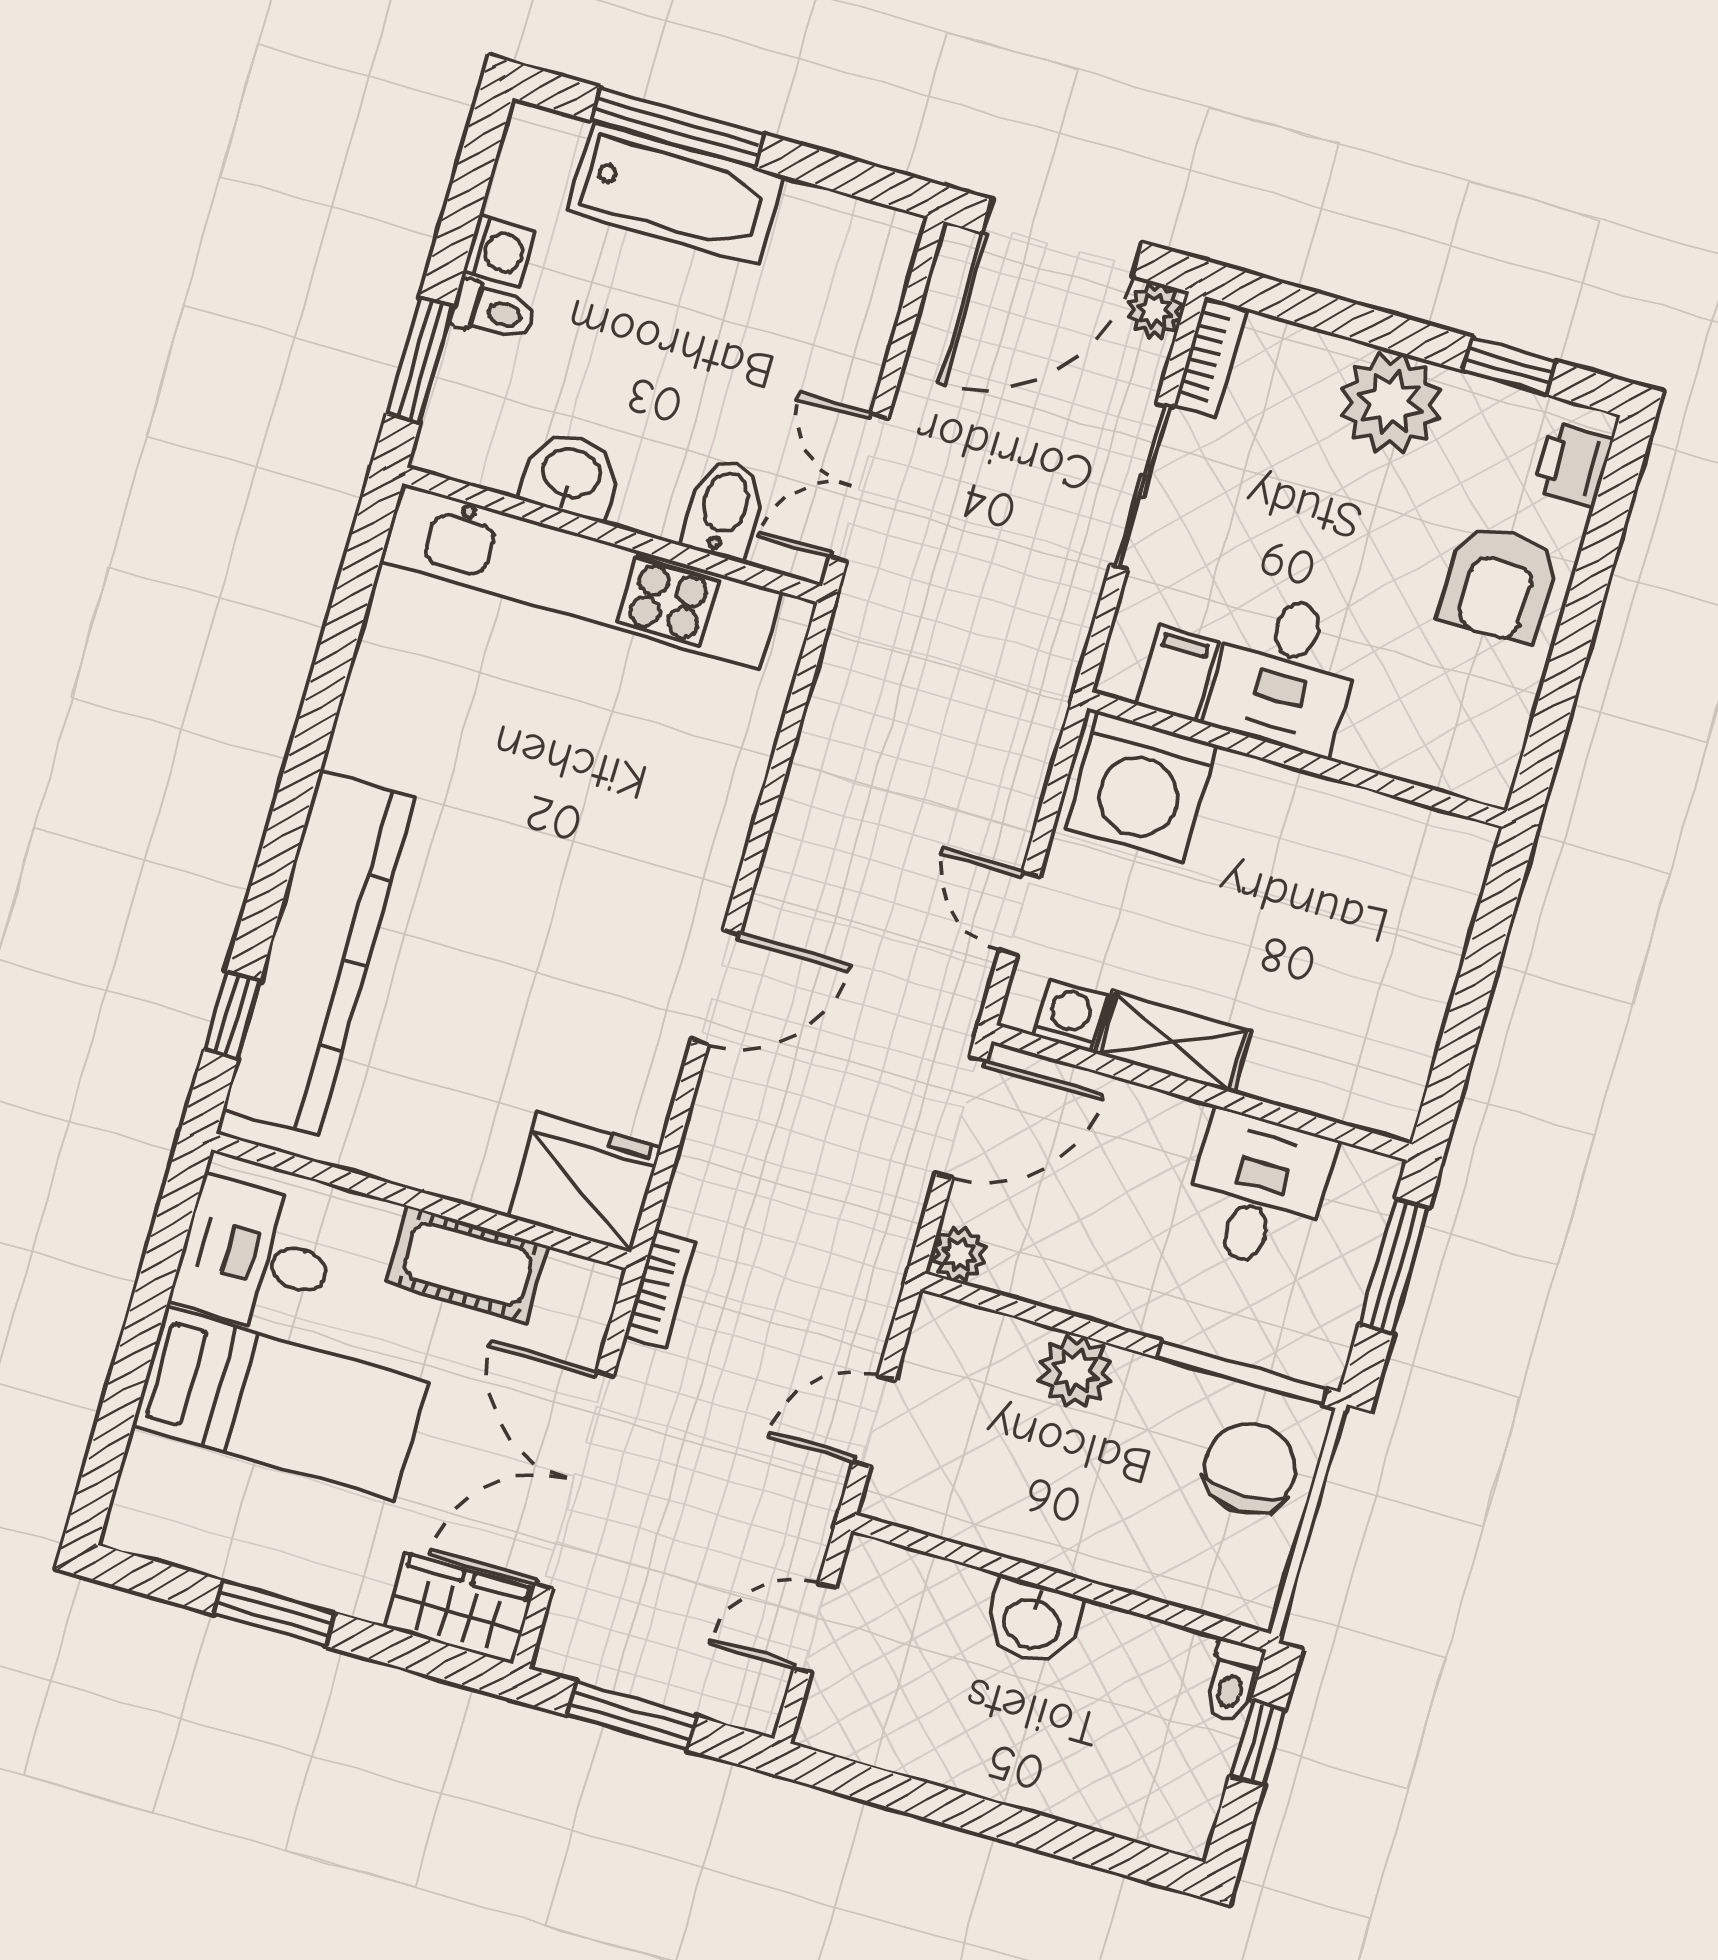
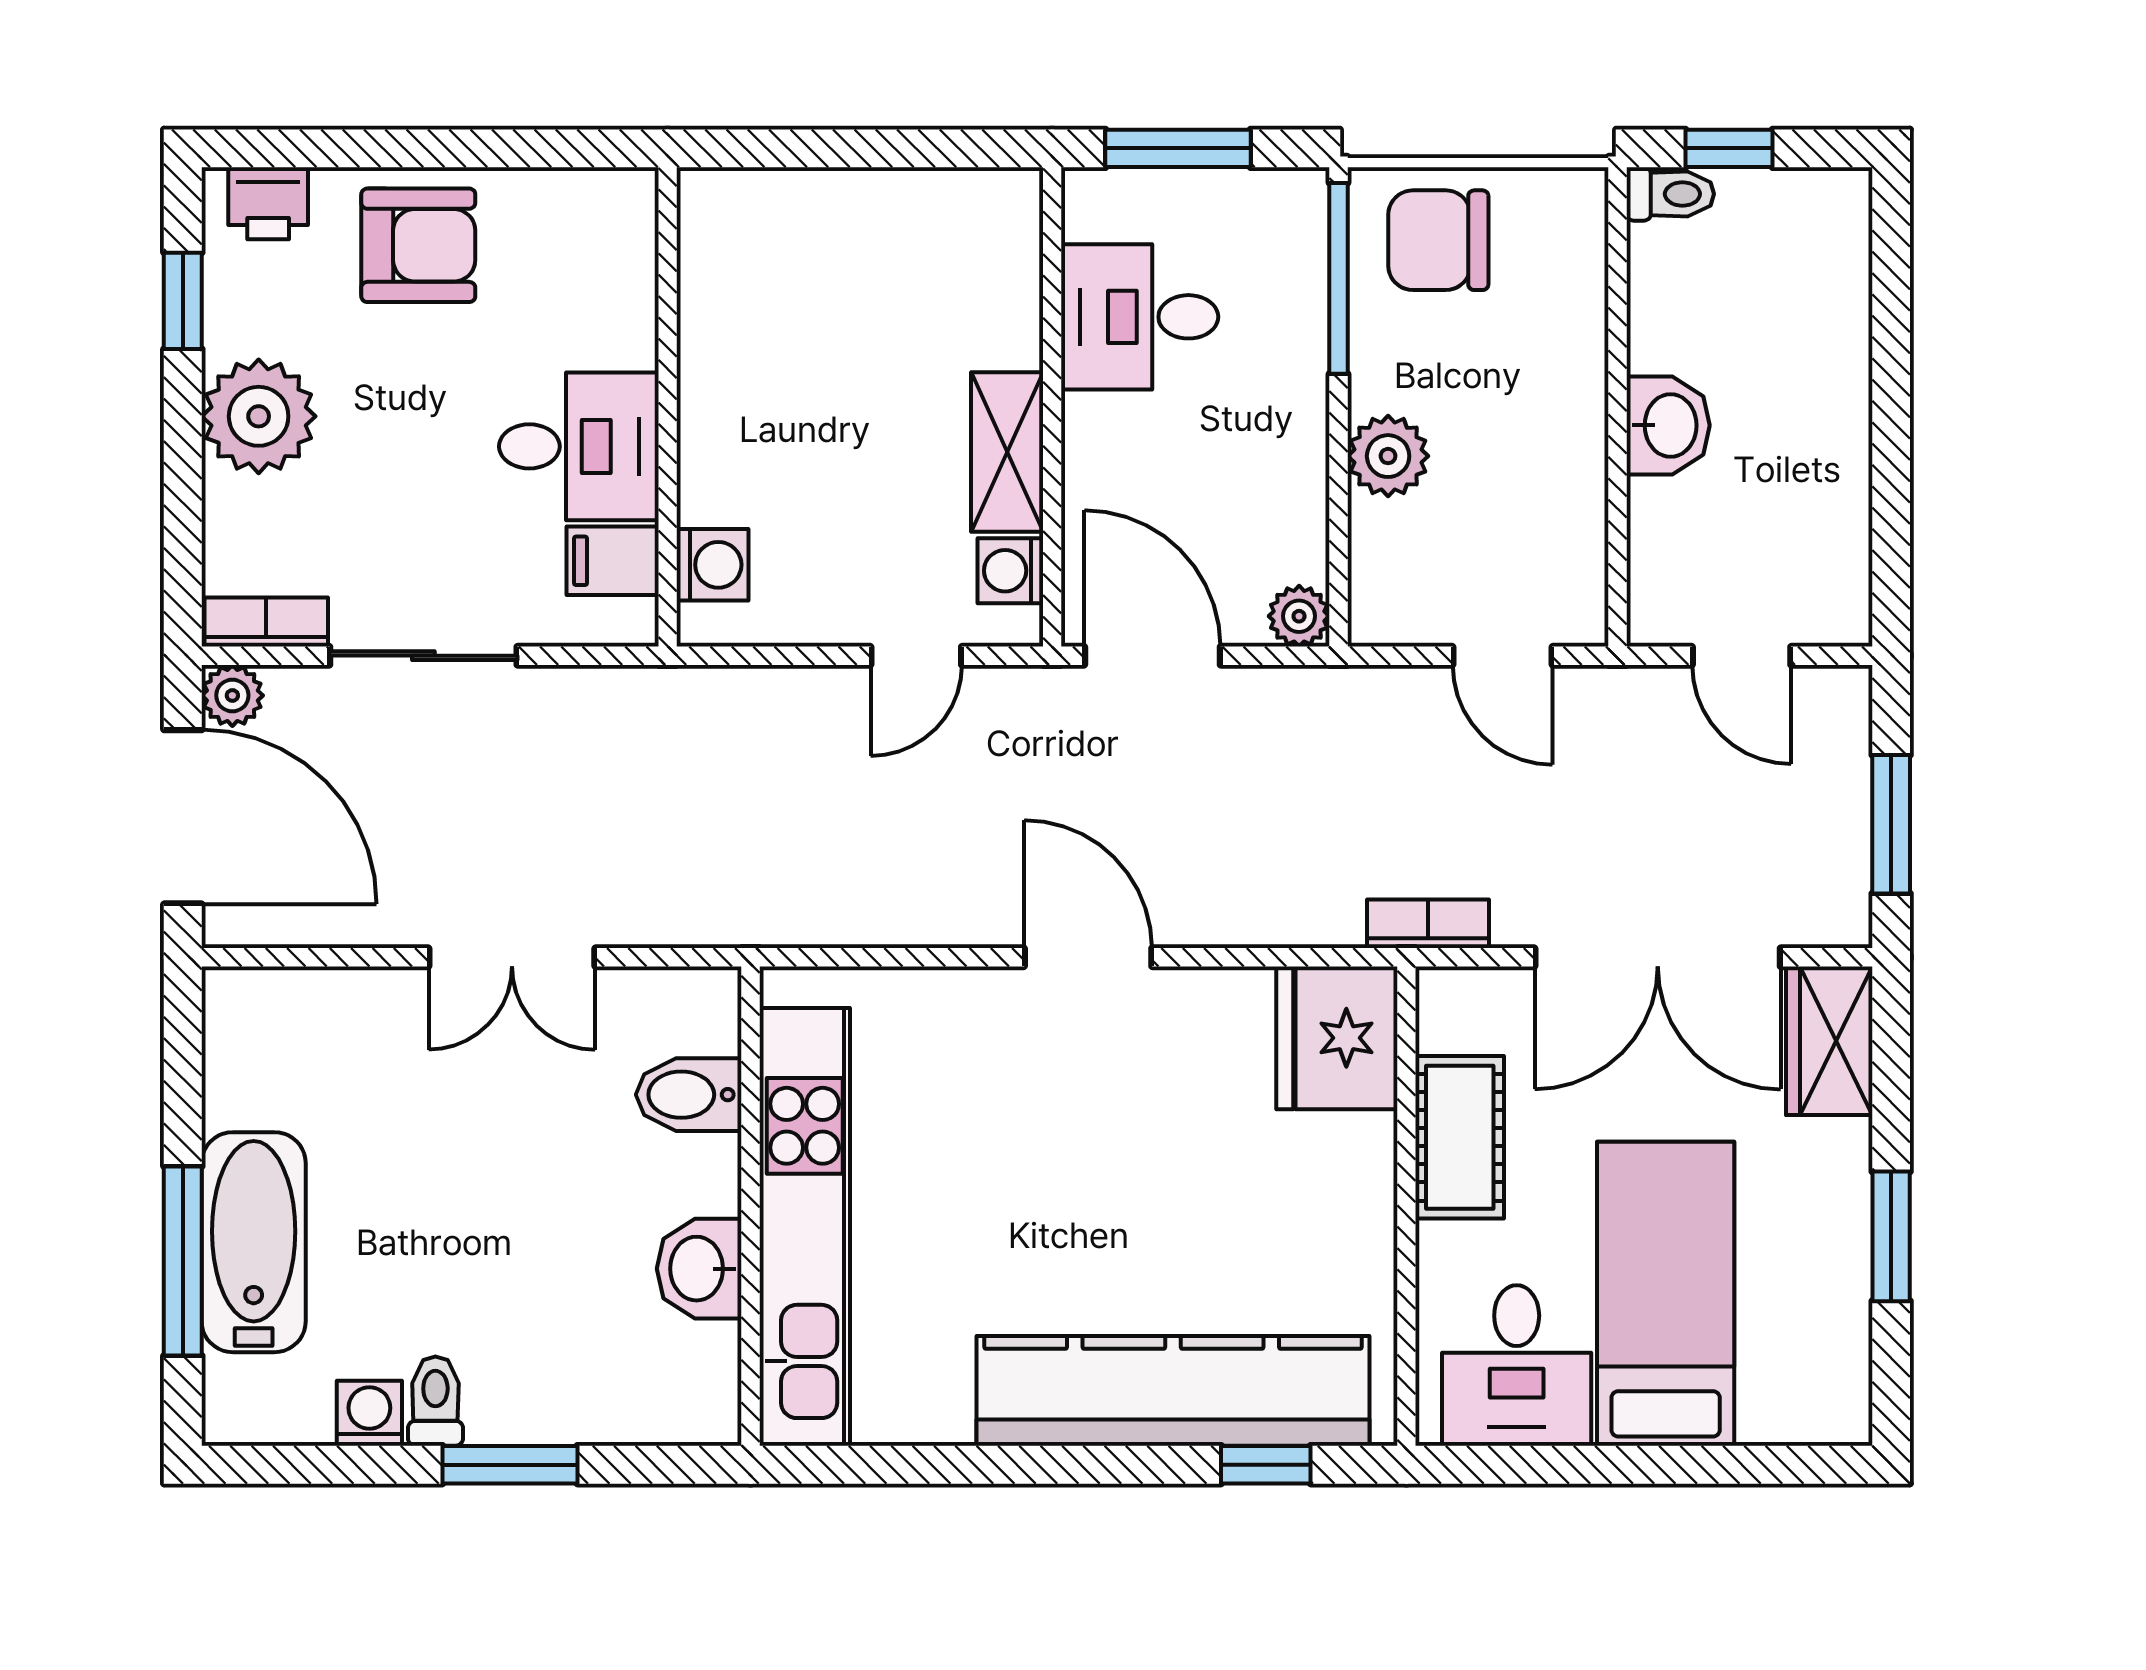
washbasin: (571, 475) -> (699, 1269), moved
bidet: (724, 509) -> (689, 1095), moved
wall: (612, 535) -> (750, 1206), moved
kitchen unit: (581, 577) -> (805, 1226), moved
washing machine: (1141, 787) -> (713, 565), width x0.53, depth x0.53

